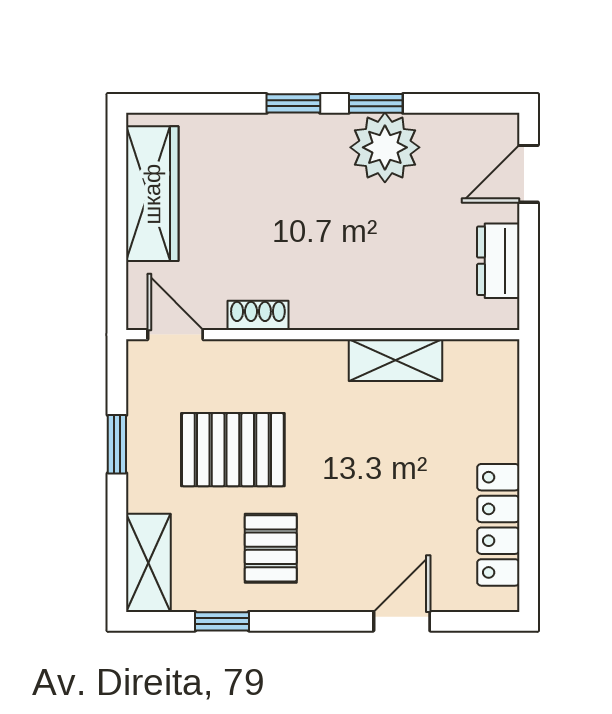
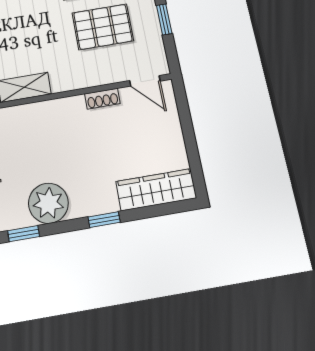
window: (376, 103) -> (24, 234), moved
wardrobe: (152, 194) -> (156, 190), moved, turned 90

